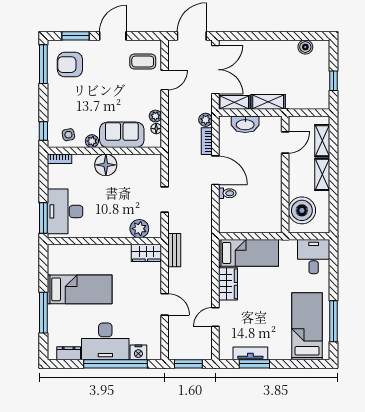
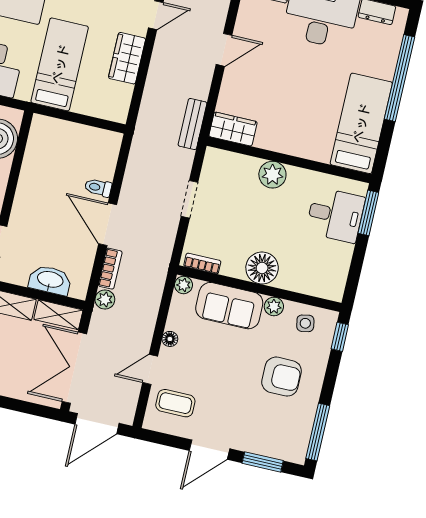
armchair: (70, 65) -> (282, 377), moved
plant: (155, 116) -> (184, 285), moved
floor lamp: (156, 129) -> (170, 339), moved
bookcase: (59, 159) -> (202, 263), moved
desk: (65, 211) -> (335, 215), width x0.73
plant: (139, 229) -> (272, 175), moved
bed: (248, 253) -> (60, 64), moved, turned 90
bed: (80, 289) -> (361, 123), moved, turned 90
door: (165, 304) -> (224, 50), swing flipped
window: (43, 313) -> (399, 78), width x1.46

